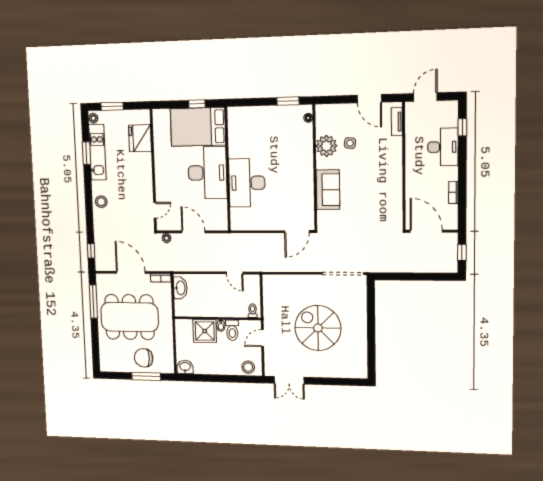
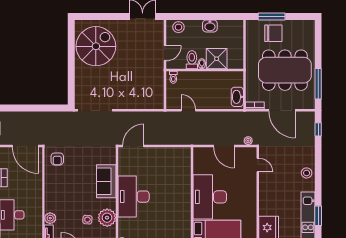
plant: (395, 144) -> (50, 218), added
desk: (247, 183) -> (134, 197), moved, turned 180
door: (155, 210) -> (258, 165), swing flipped
armchair: (387, 216) -> (57, 159), added
spiral stairs: (318, 328) -> (96, 46), moved, turned -90
washbasin: (185, 367) -> (210, 26), moved

